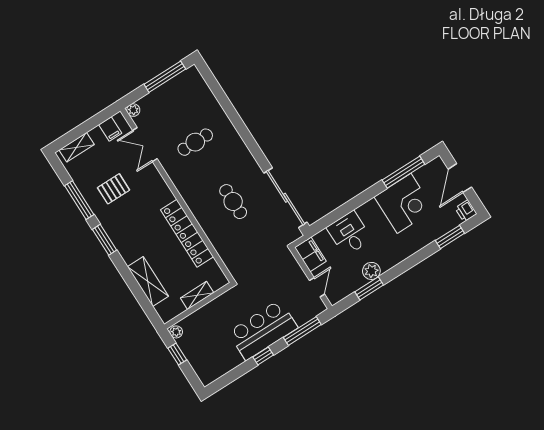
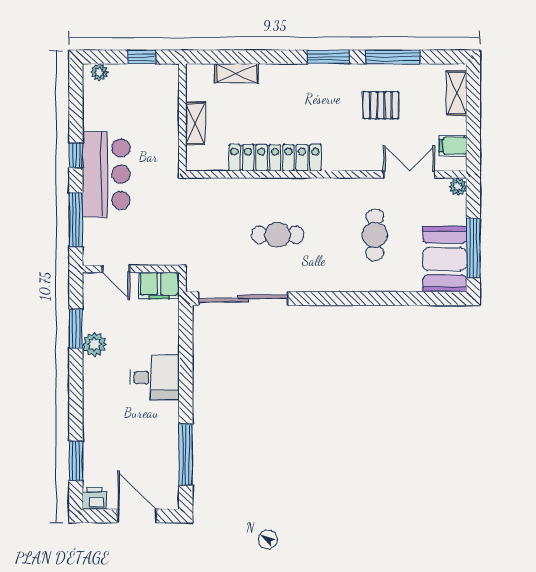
booth: (183, 90) -> (445, 259), added
pallet: (114, 189) -> (381, 105), turned 90
corner desk: (404, 203) -> (149, 432), removed
desk: (349, 233) -> (155, 378), moved
shelving: (148, 282) -> (237, 73), width x0.67, depth x0.75
plant: (176, 332) -> (100, 72), moved

